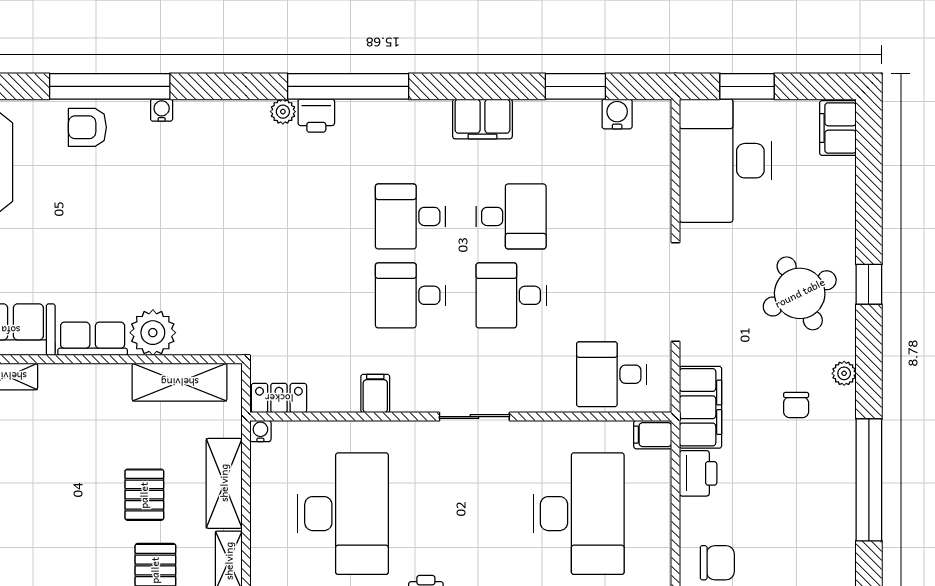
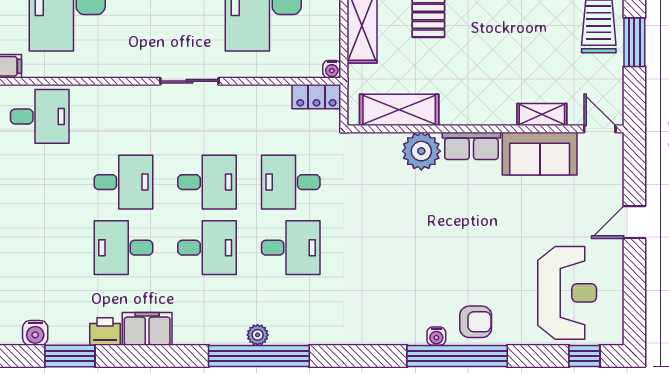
water cooler: (162, 110) -> (436, 336), moved
plant: (283, 112) -> (258, 335), moved
printer: (316, 116) -> (105, 332), moved
desk: (310, 216) -> (291, 248), added
desk: (310, 295) -> (291, 182), added
filing cabinet: (375, 394) -> (236, 100), removed
sliding door: (474, 417) -> (189, 81), moved

